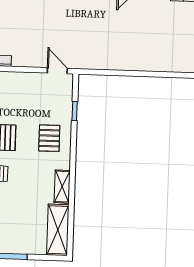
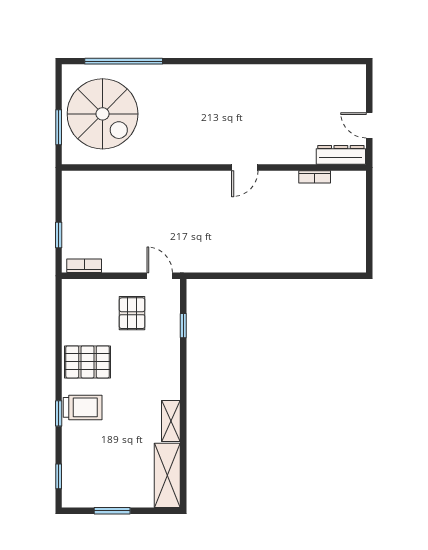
pallet: (49, 138) -> (132, 313), moved

